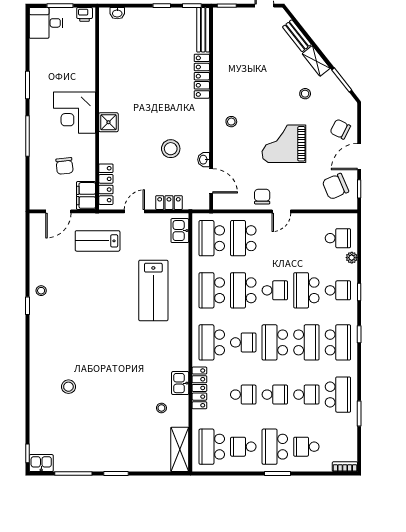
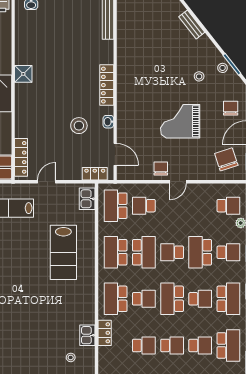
shelving: (316, 61) -> (209, 47), removed
locker: (202, 76) -> (107, 85), moved
shower: (108, 122) -> (23, 74), moved
stool: (231, 122) -> (222, 68), moved
chair: (340, 129) -> (231, 108), turned 63
washbasin: (204, 160) -> (108, 122), moved
chair: (335, 186) -> (226, 159), turned 95
locker: (169, 203) -> (95, 174), moved
school desk: (243, 238) -> (144, 206), width x0.54
school desk: (243, 290) -> (144, 252), turned 180
school desk: (275, 290) -> (172, 252), turned 180
school desk: (306, 342) -> (200, 299), width x0.54
locker: (199, 388) -> (105, 333), width x0.66

